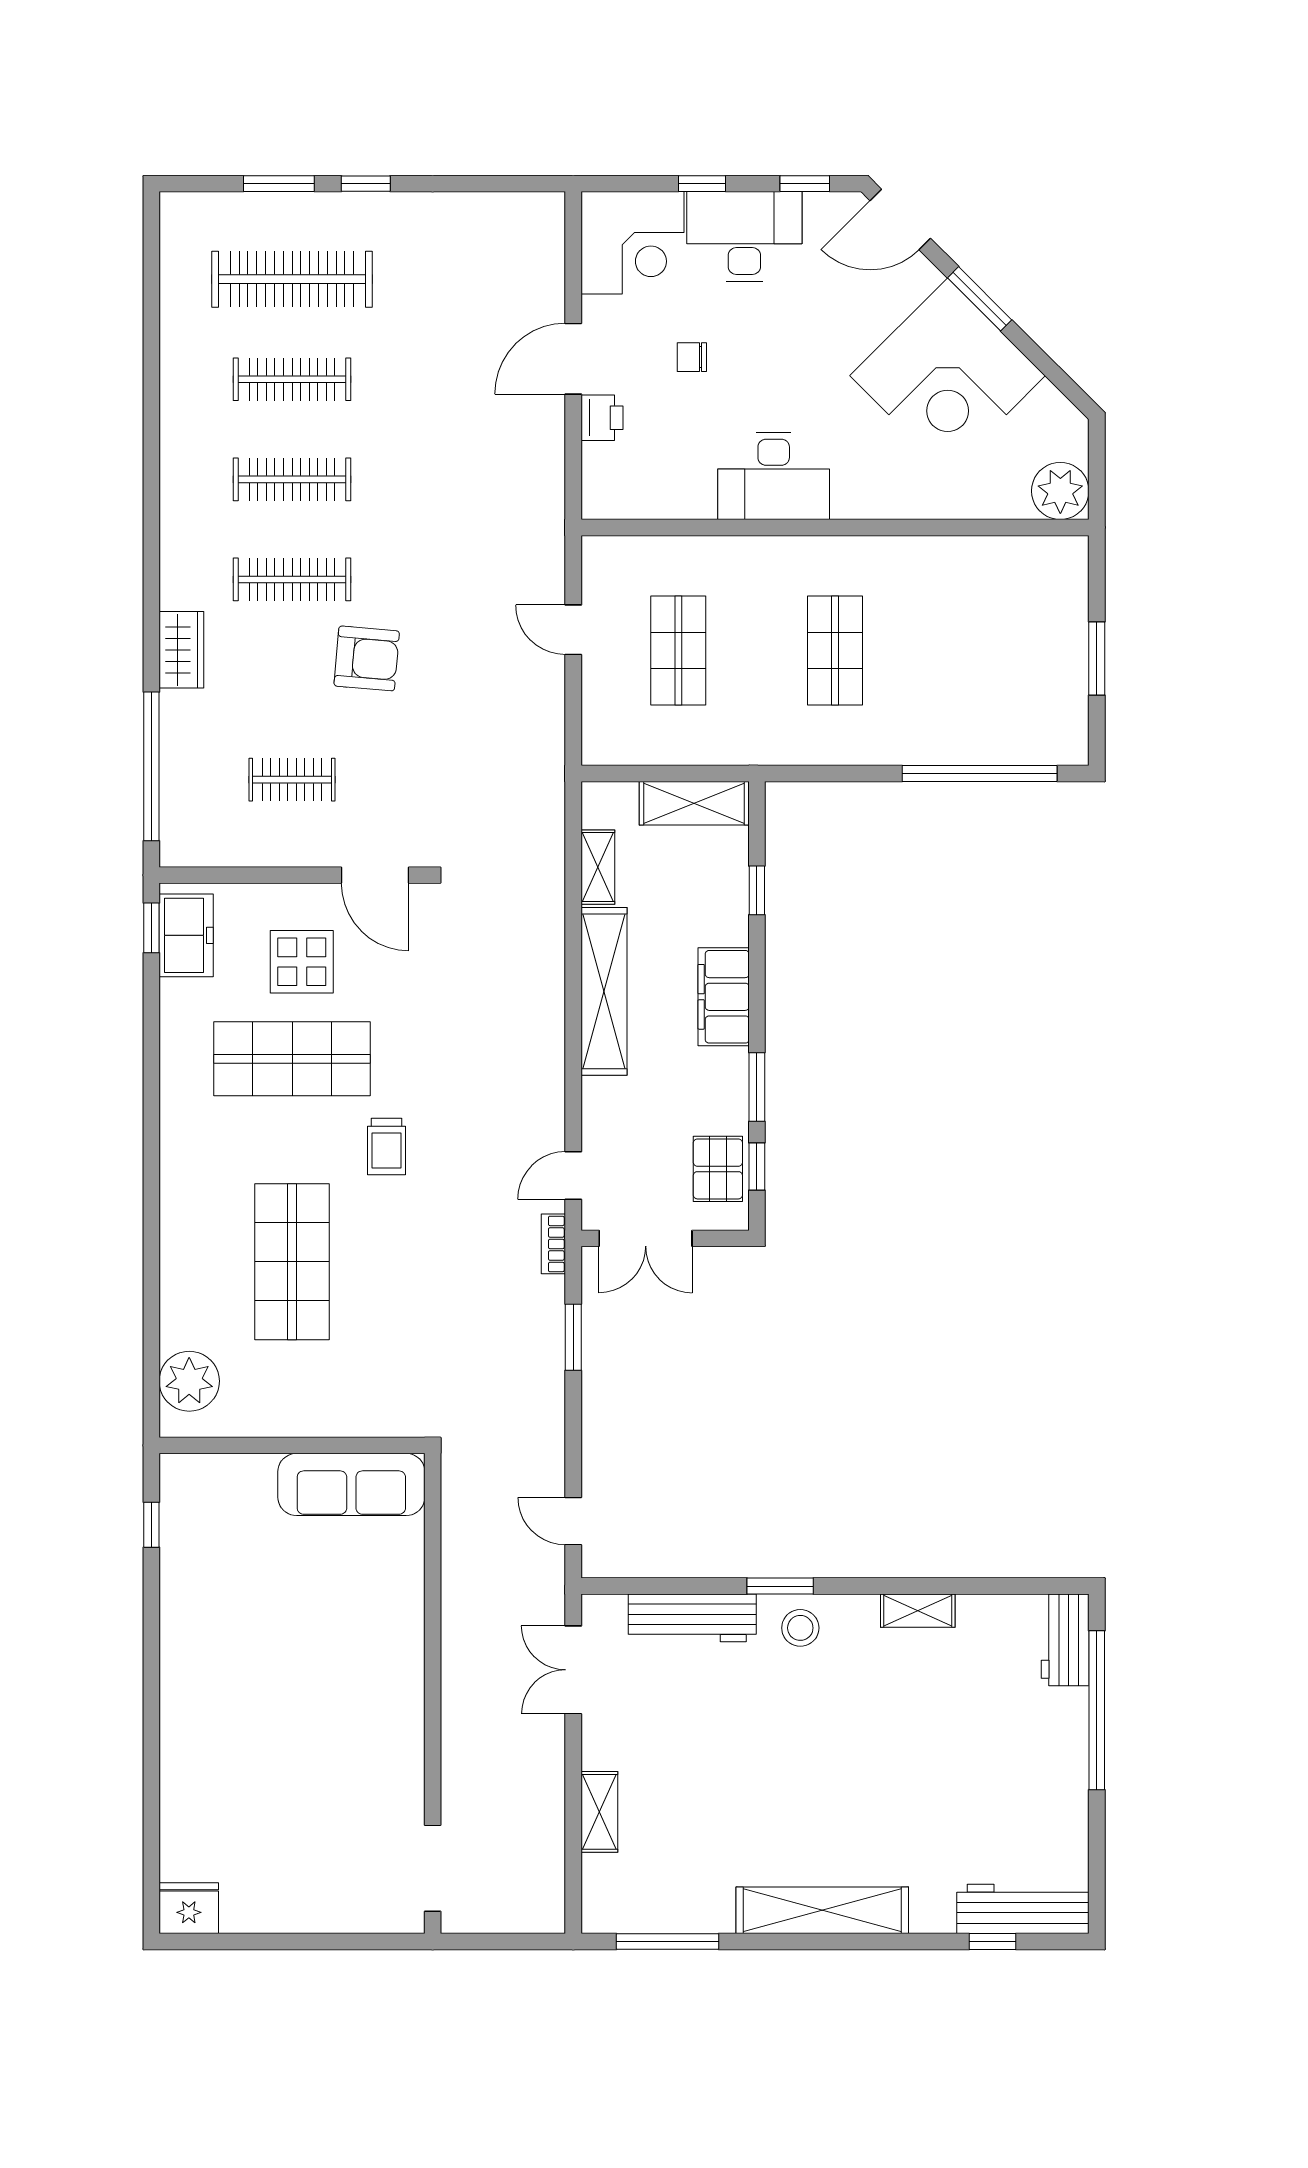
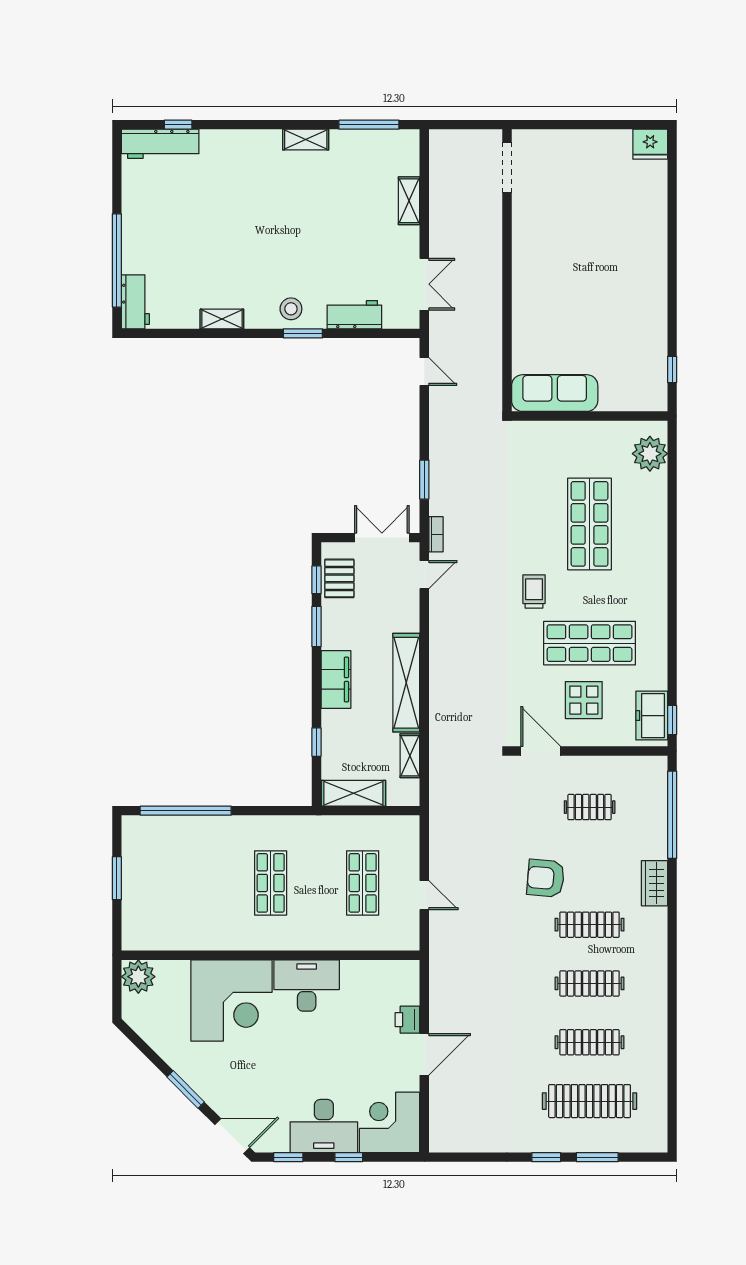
chair: (692, 357) -> (355, 1055), removed
corner desk: (948, 376) -> (231, 1000), moved, turned 135
workbench: (692, 1618) -> (354, 315), width x0.73
shelving: (822, 1910) -> (306, 140), width x0.45, depth x0.75

